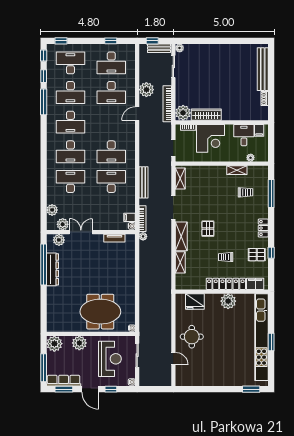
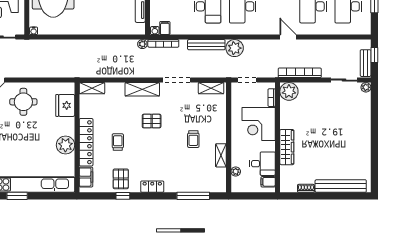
plant: (146, 90) -> (235, 48), moved
wardrobe: (206, 115) -> (287, 147), moved
trolley: (245, 192) -> (193, 139), moved
shelving: (180, 262) -> (92, 88), moved

